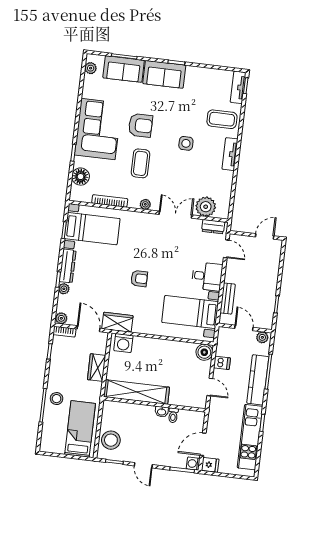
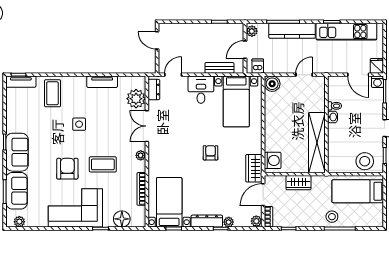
tv unit: (230, 154) -> (102, 82), moved
dishwasher: (222, 363) -> (258, 66), moved

